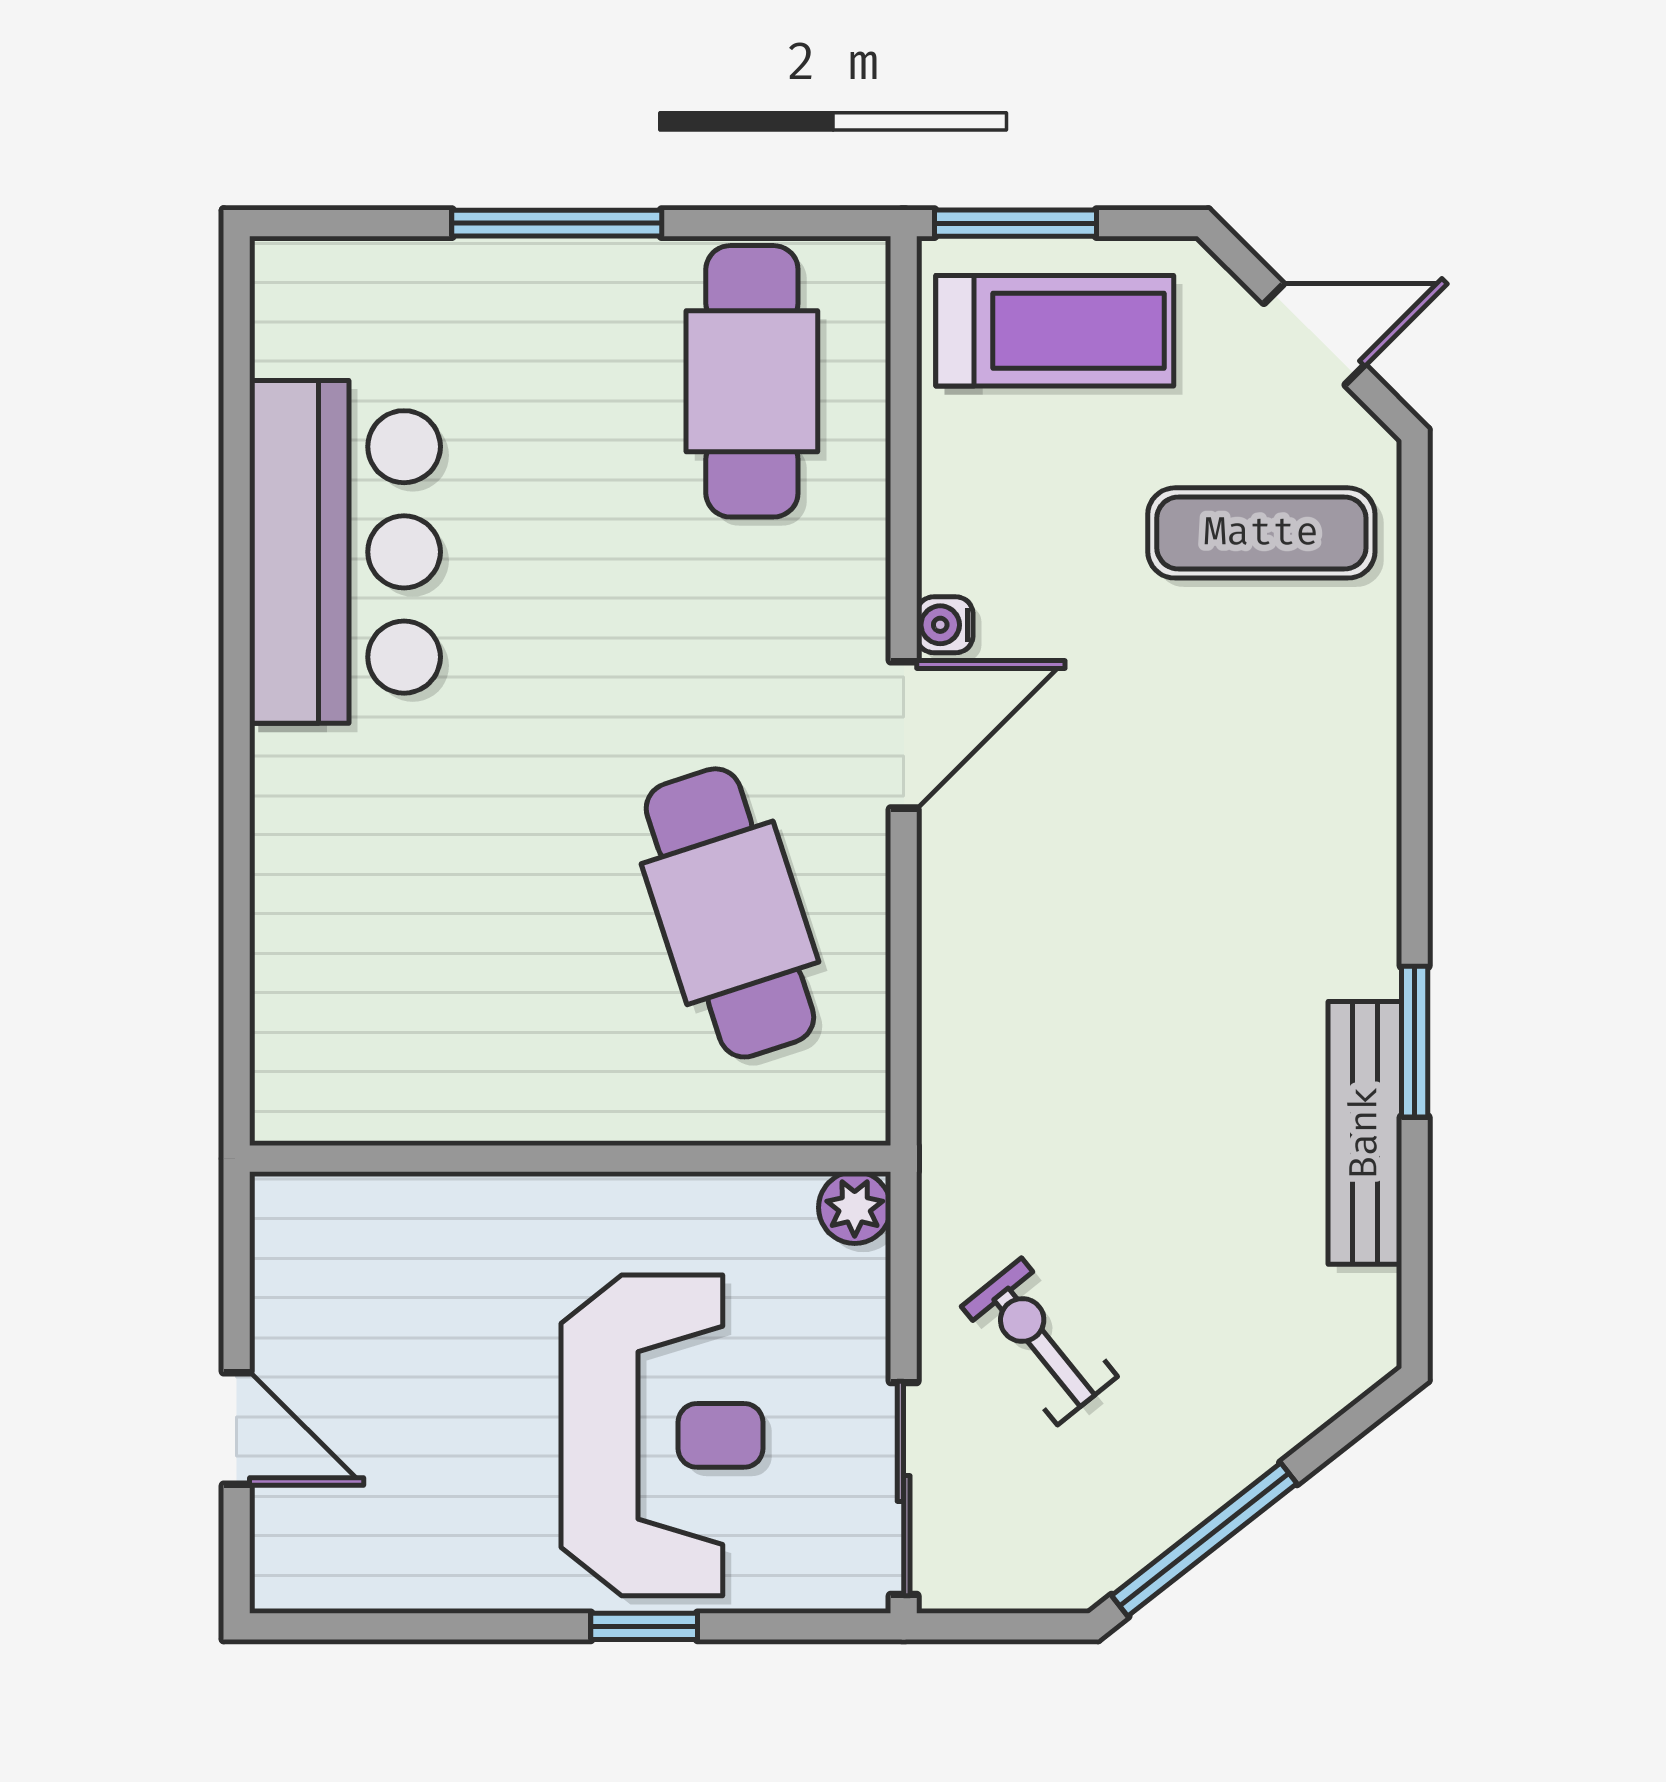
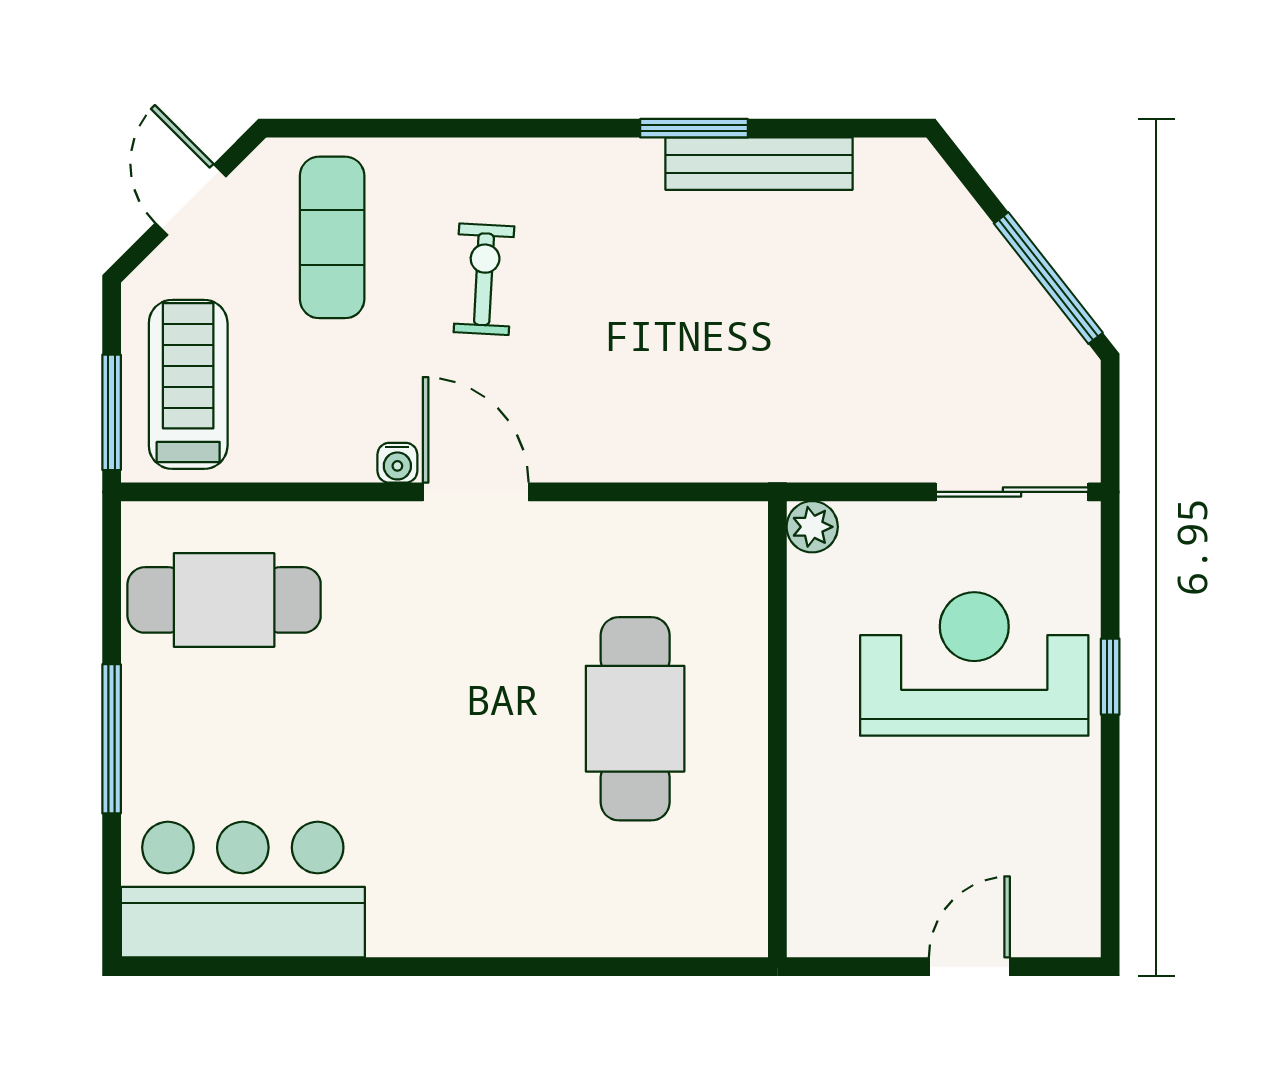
bar counter: (345, 552) -> (243, 890), moved
cafe table: (730, 913) -> (635, 719), moved, turned -72
exercise bike: (1039, 1341) -> (484, 279), moved, turned 132

